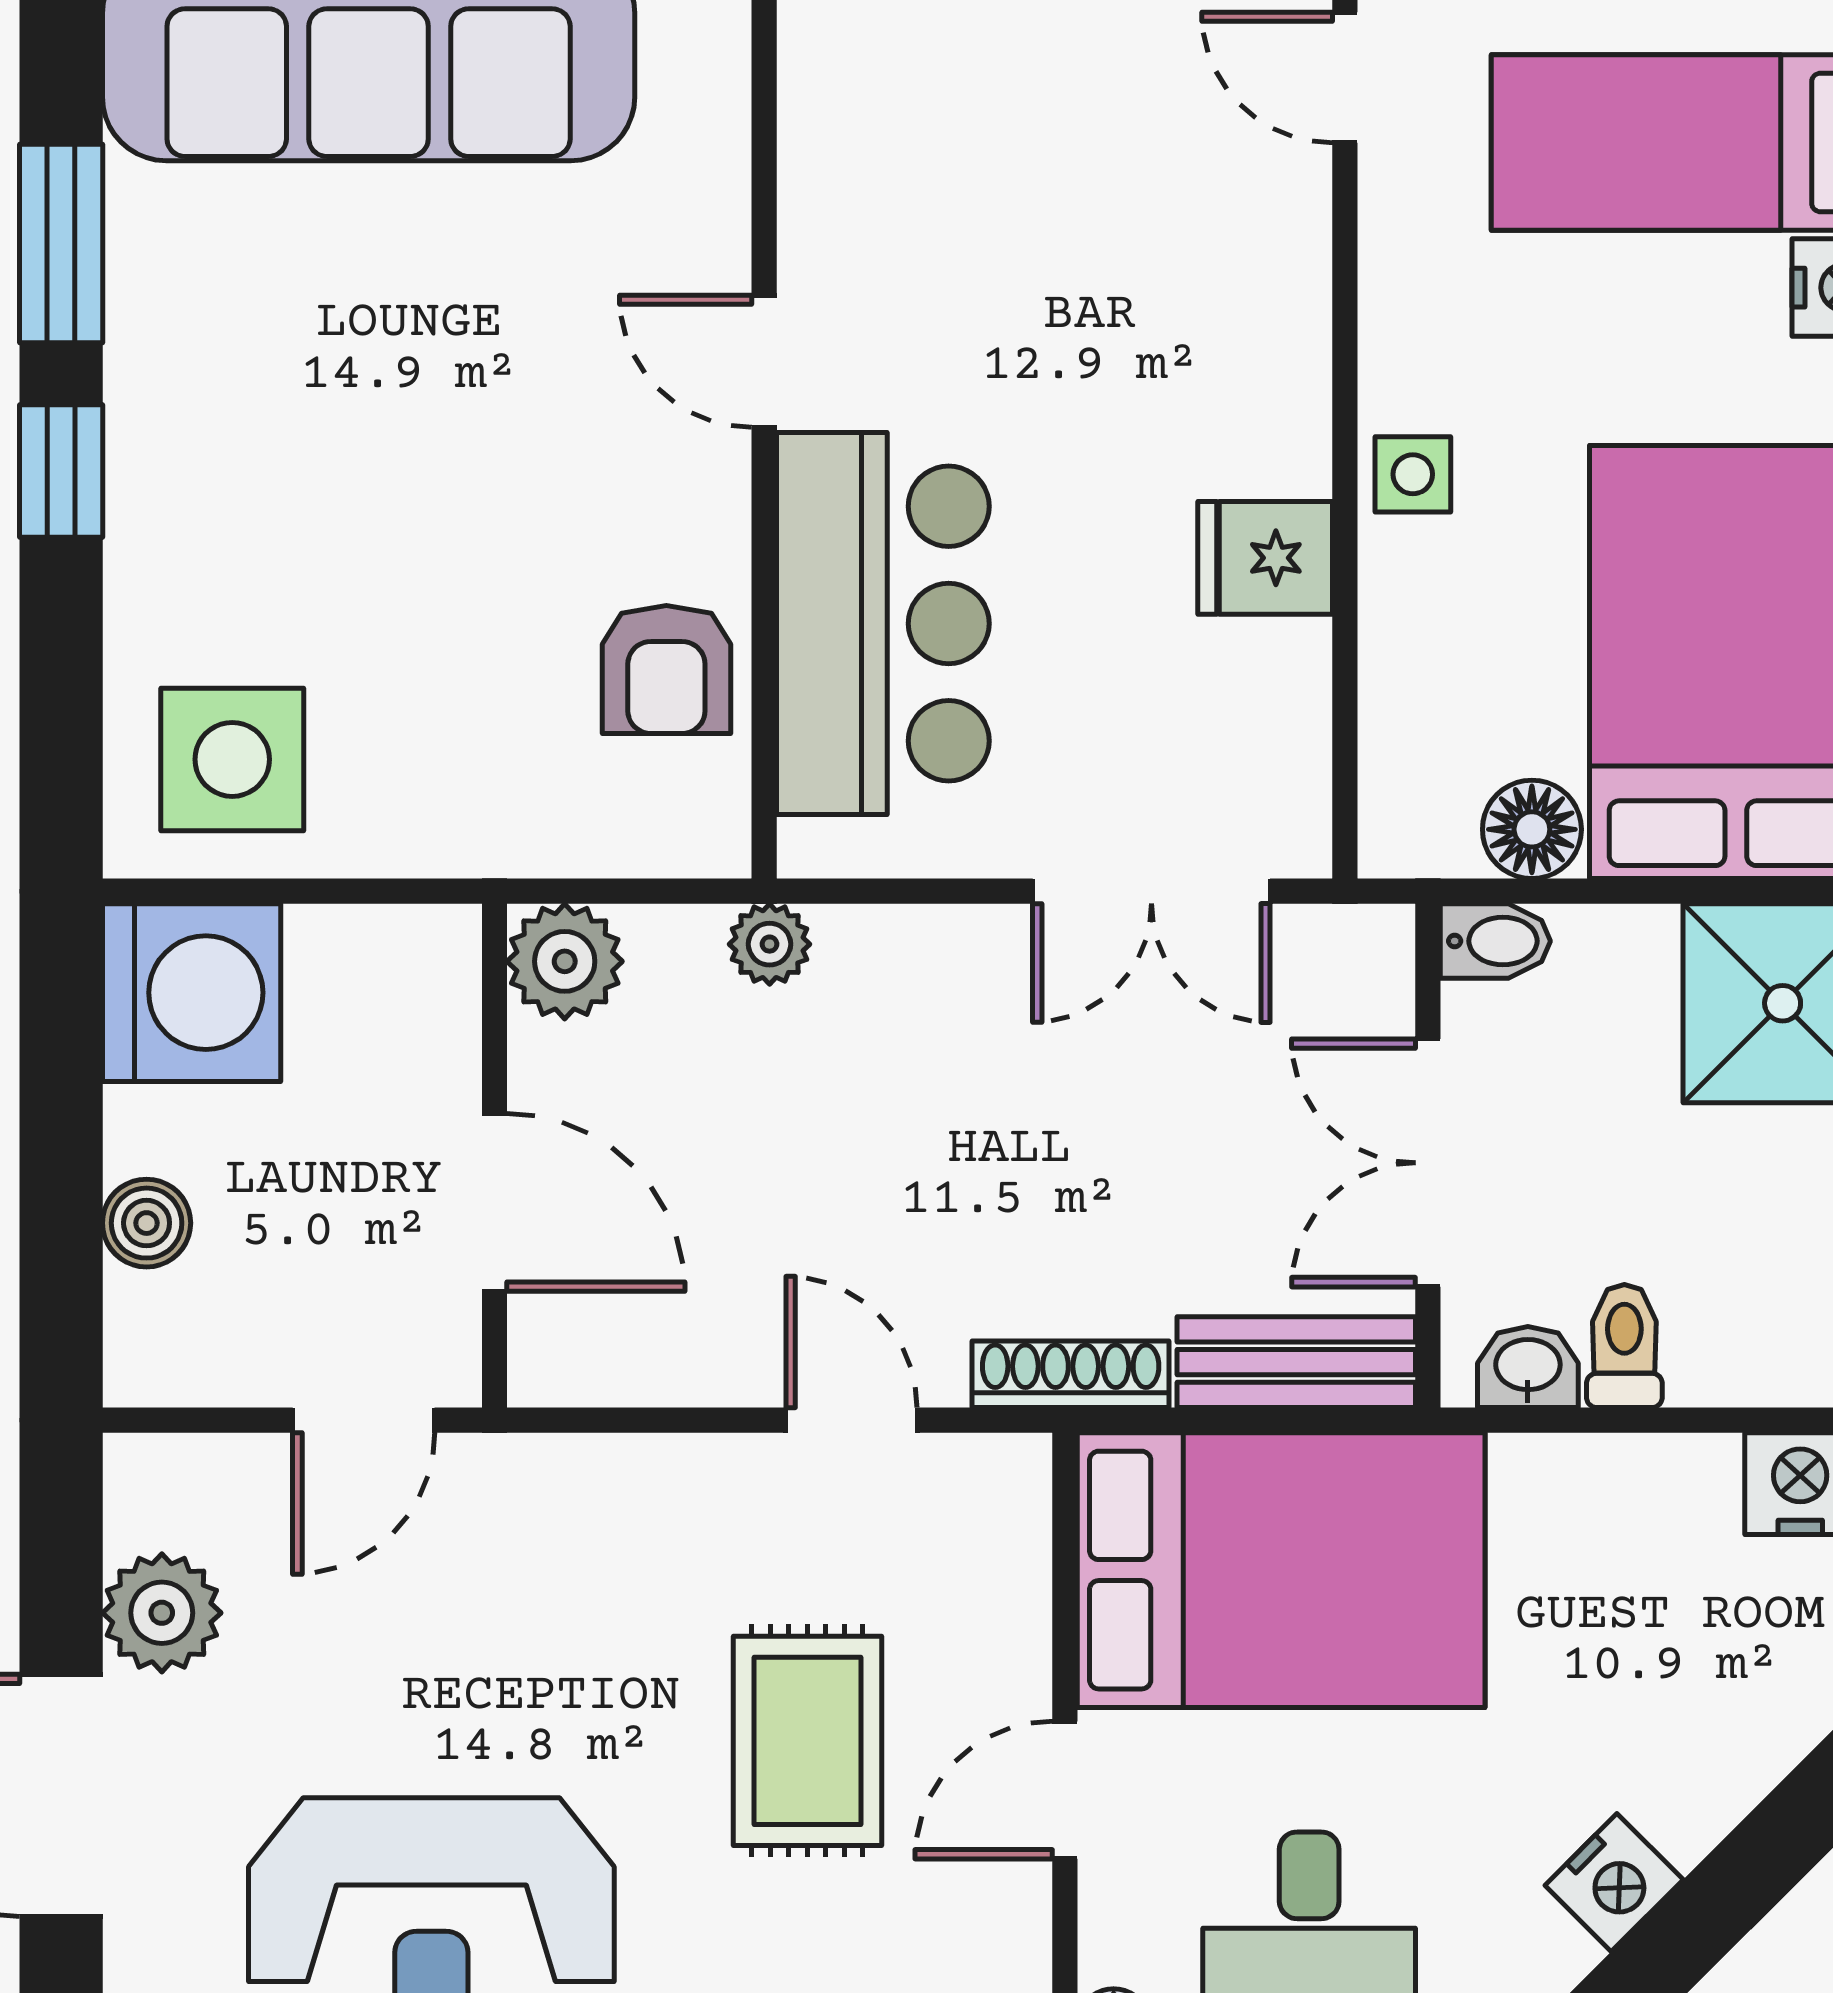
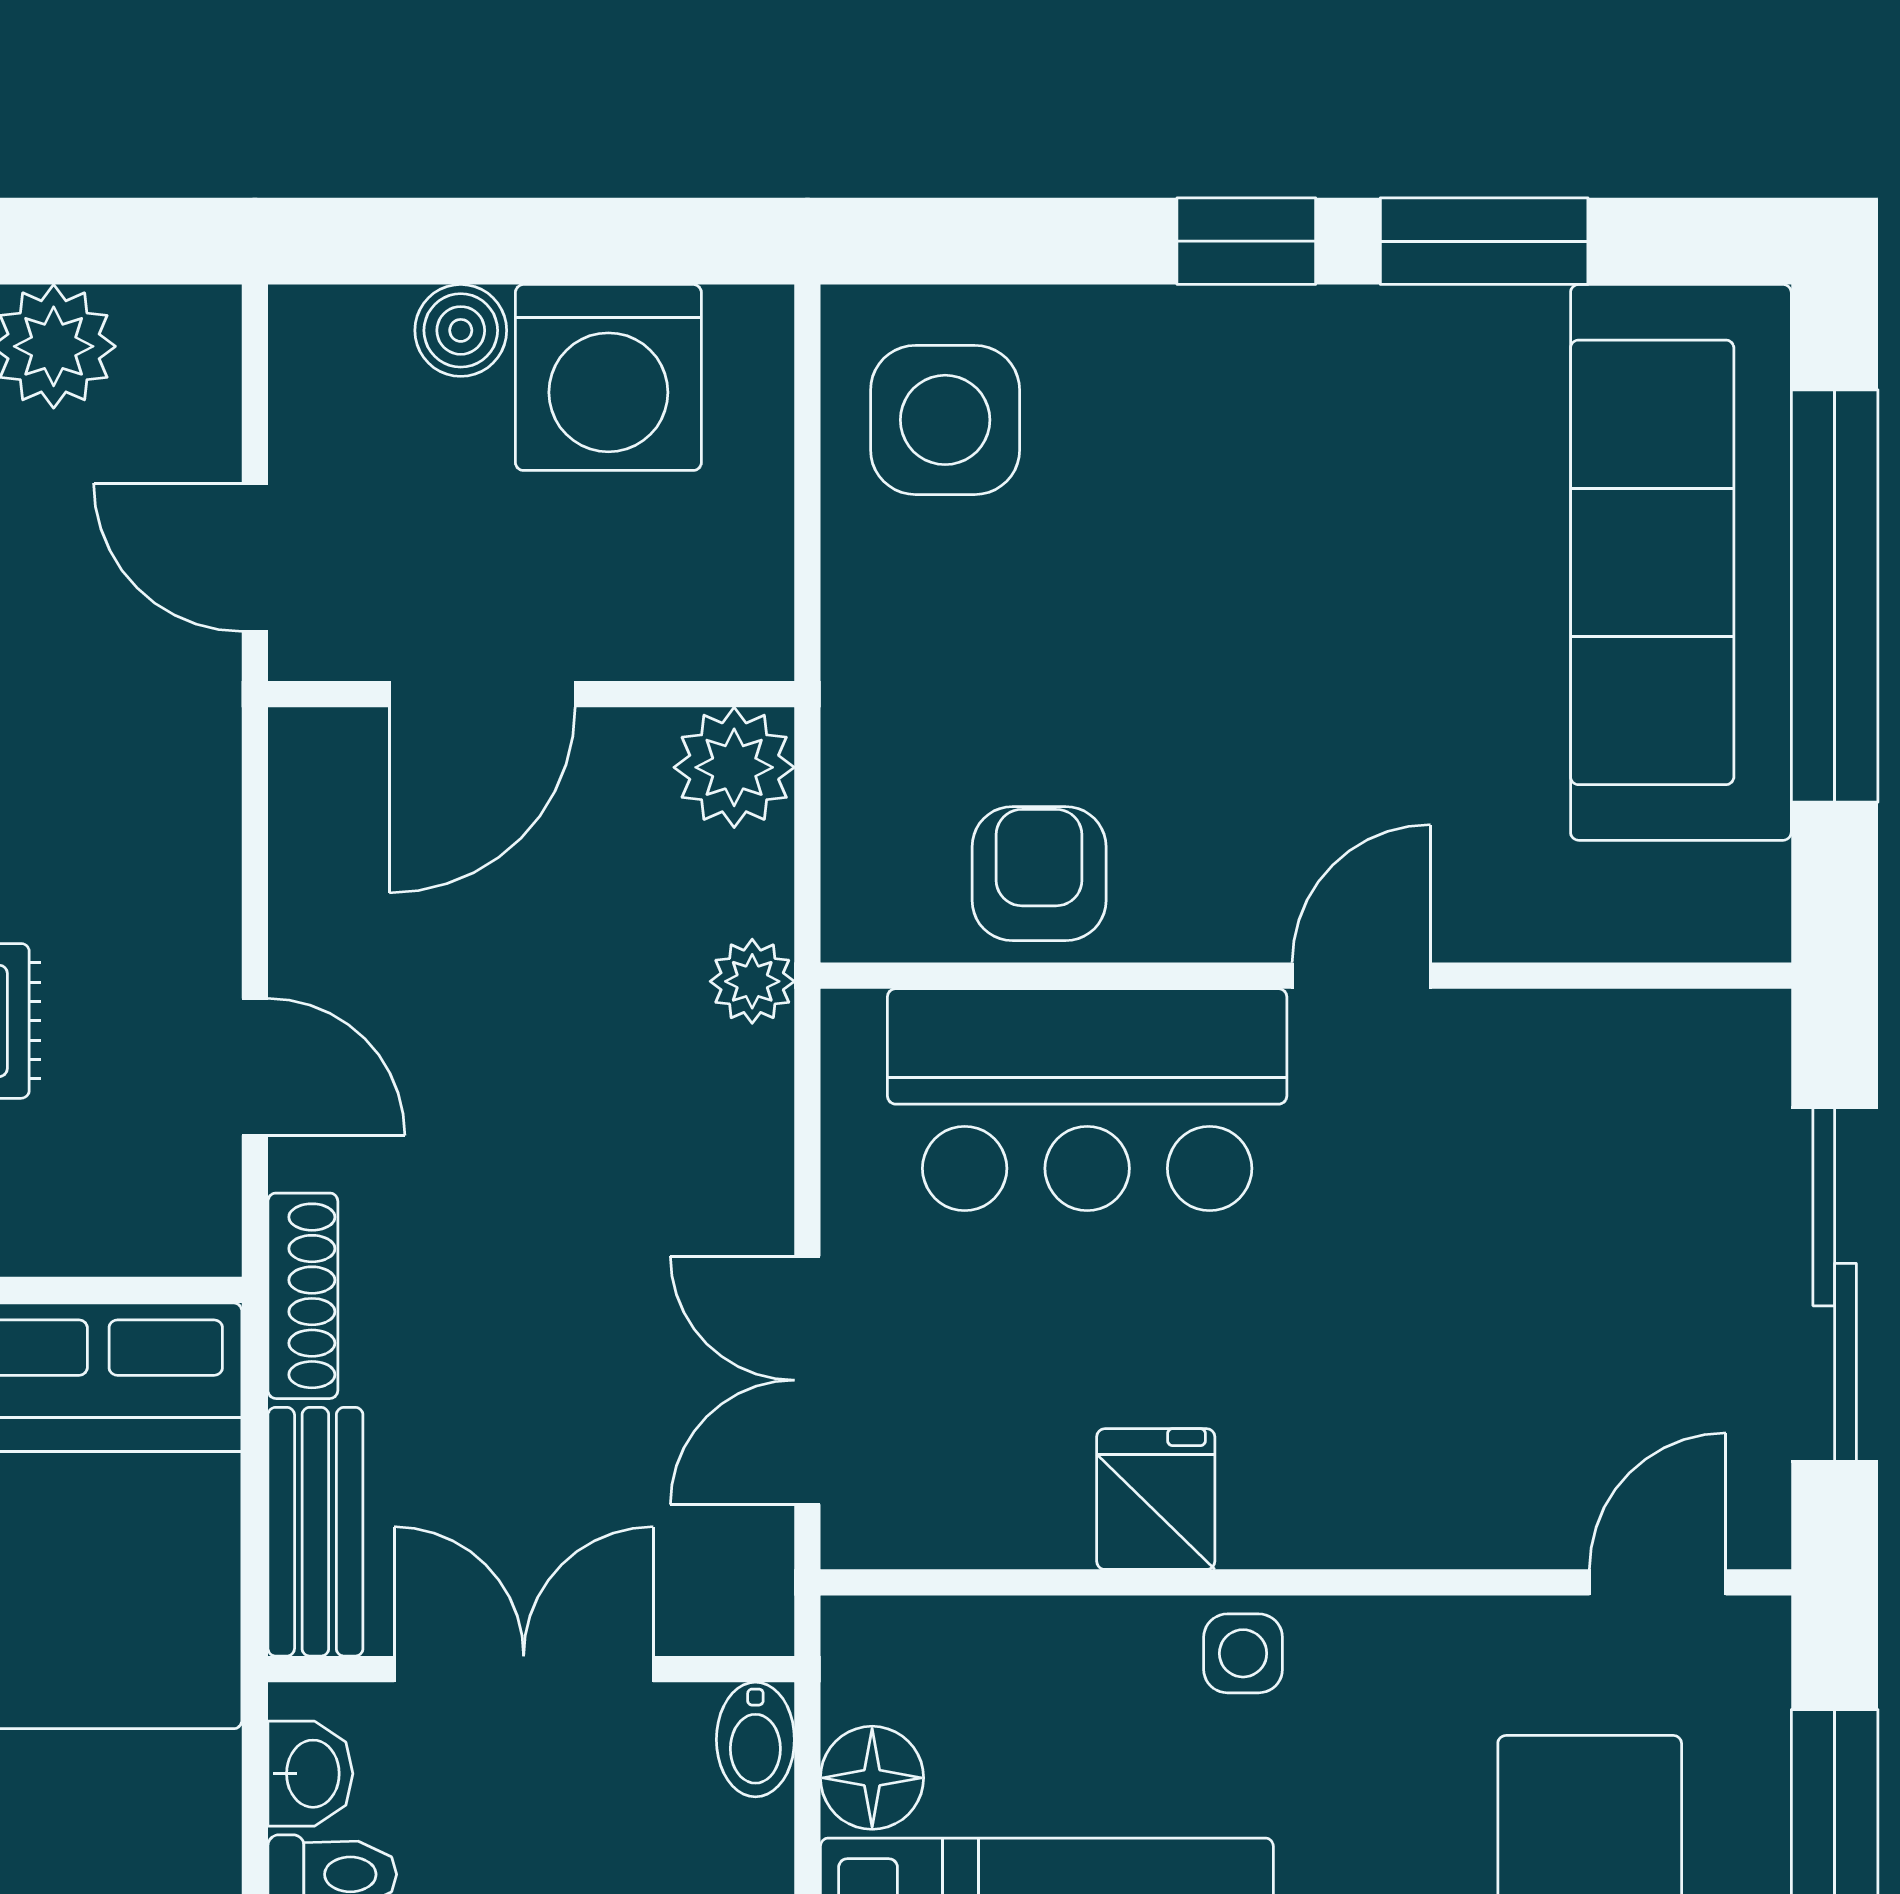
armchair: (666, 670) -> (1039, 874), turned 90
washing machine: (192, 993) -> (608, 377), moved
door: (852, 1420) -> (255, 1067), hinge flipped

